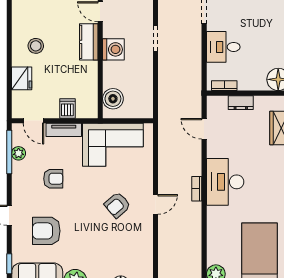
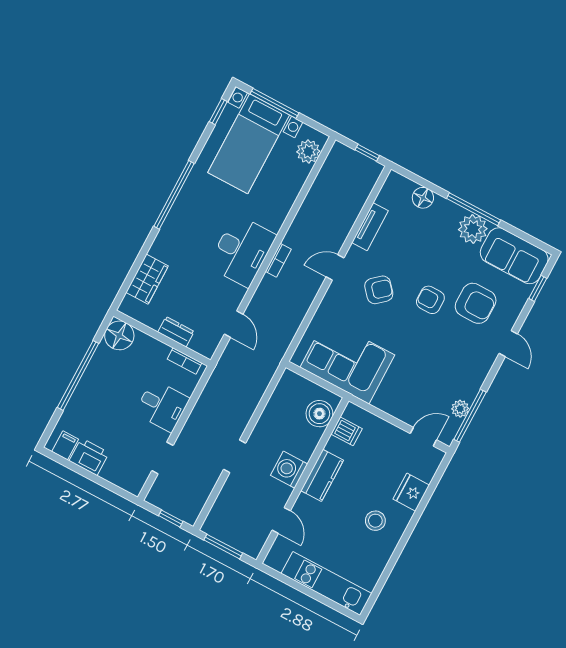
kitchen counter: (89, 42) -> (322, 475), moved
dishwasher: (67, 108) -> (347, 431), moved, turned -90
door: (33, 121) -> (423, 437), hinge flipped
tv unit: (64, 130) -> (370, 227), moved, turned 90
armchair: (53, 179) -> (430, 300), moved

